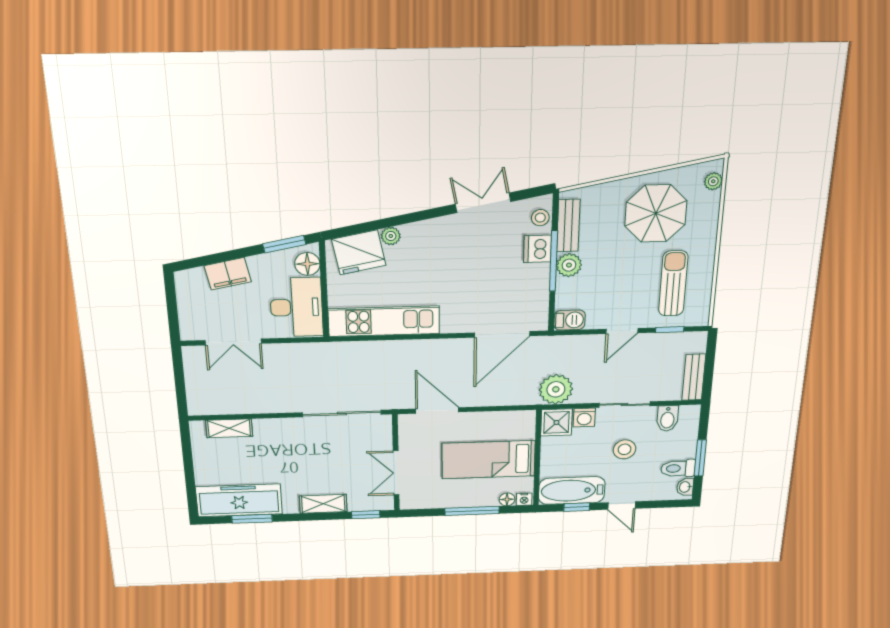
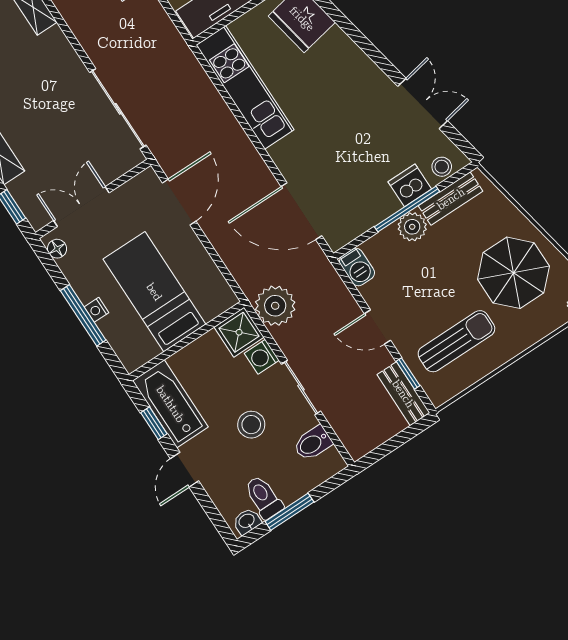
plant: (391, 236) -> (337, 39), removed
bench: (694, 377) -> (403, 394), moved, turned 90
floor lamp: (507, 499) -> (57, 249), moved
nightstand: (524, 499) -> (96, 310), moved

